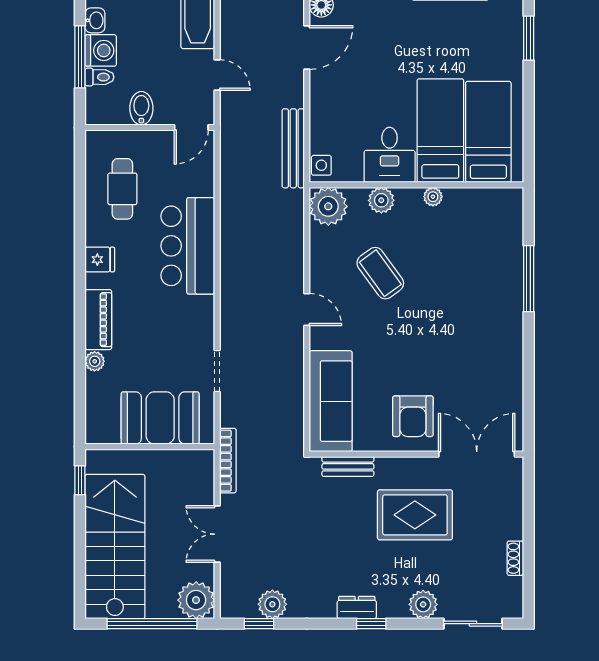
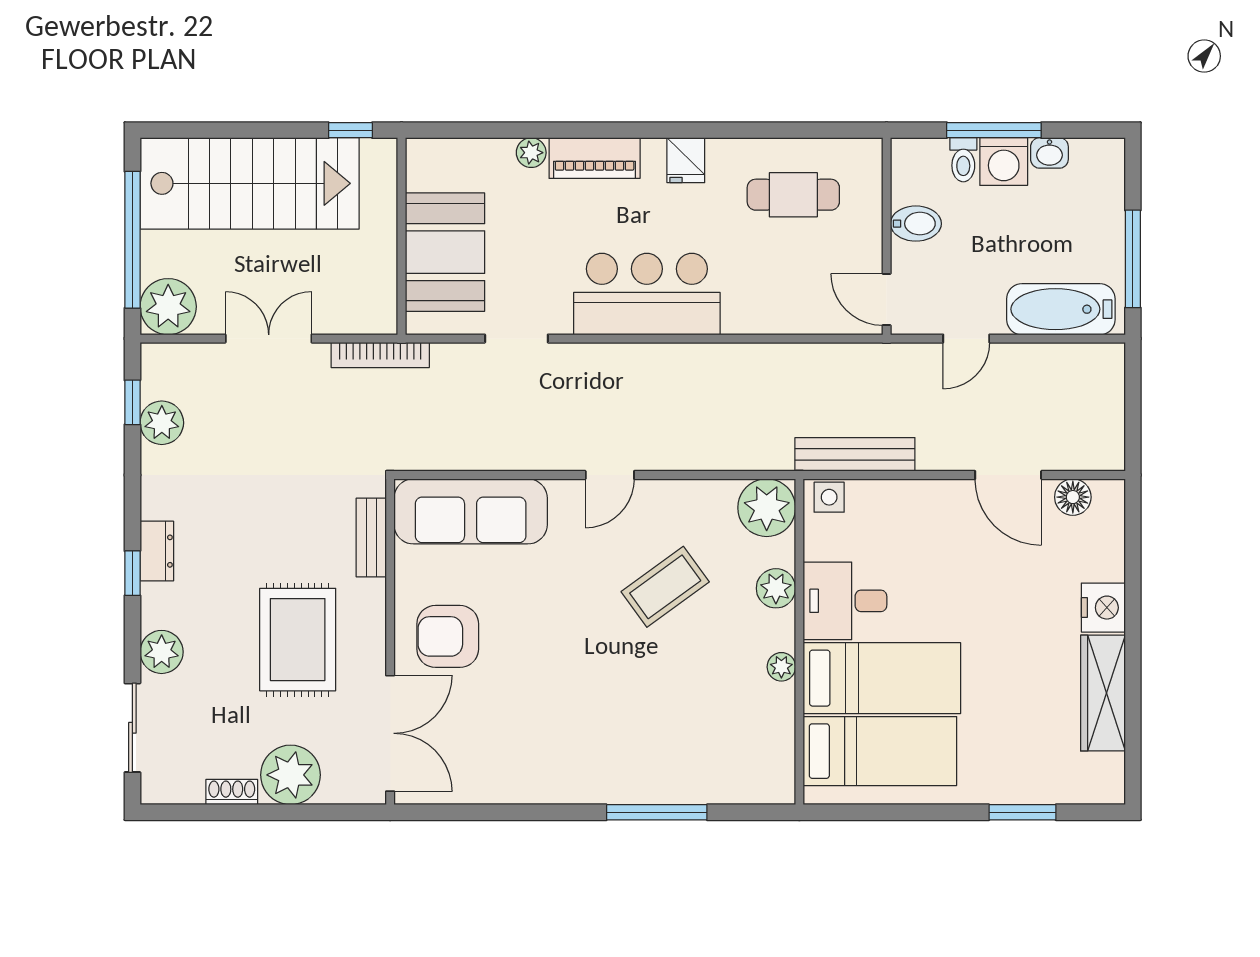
bar counter: (188, 246) -> (647, 294), moved
plant: (504, 520) -> (291, 775), added

